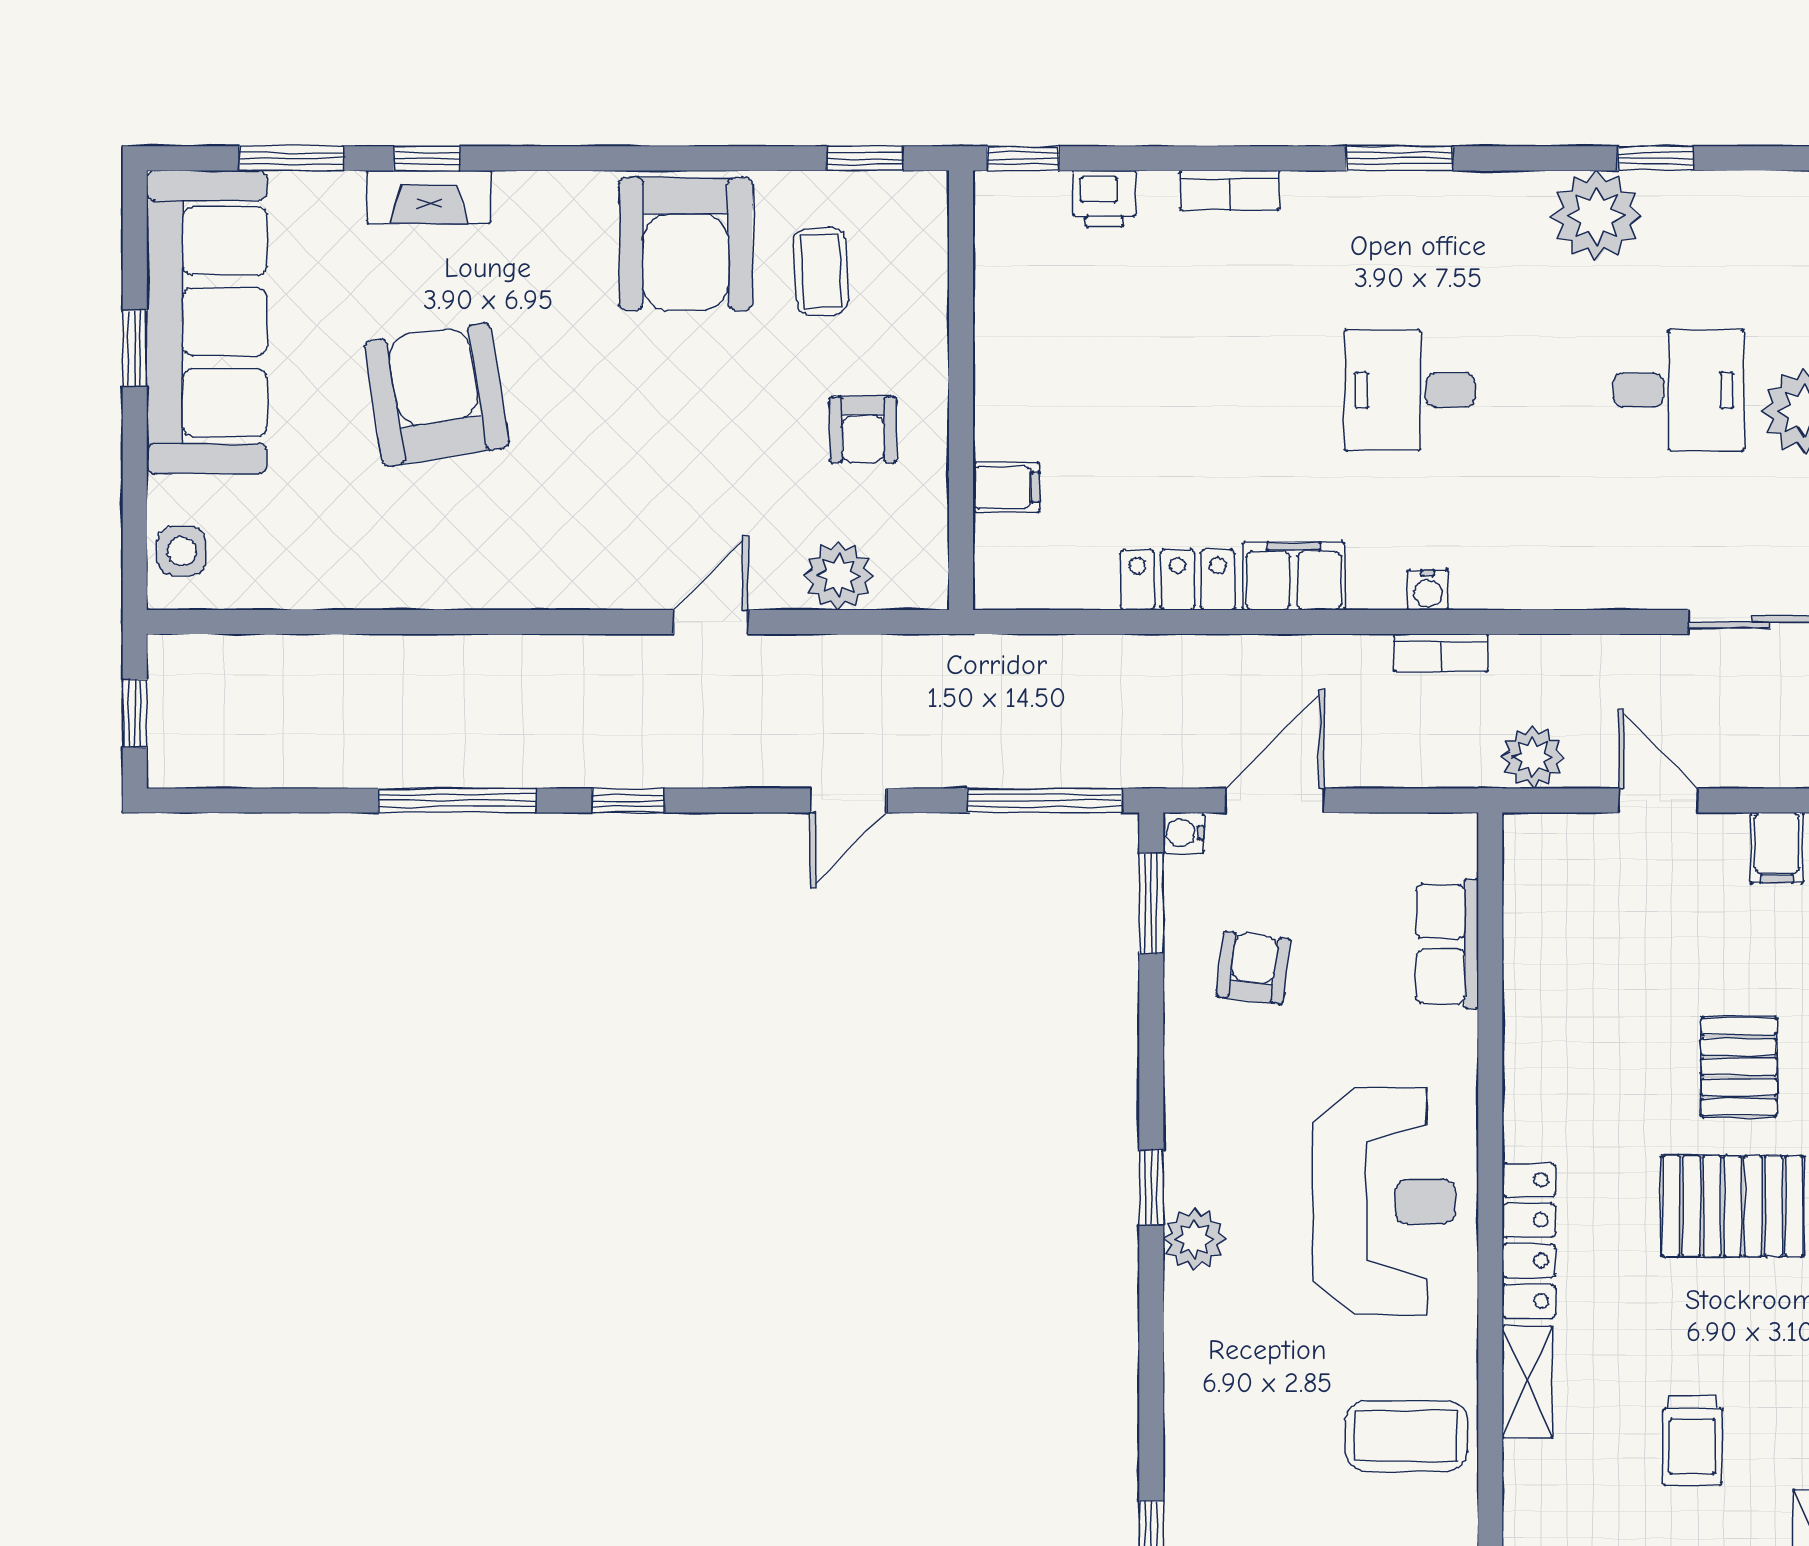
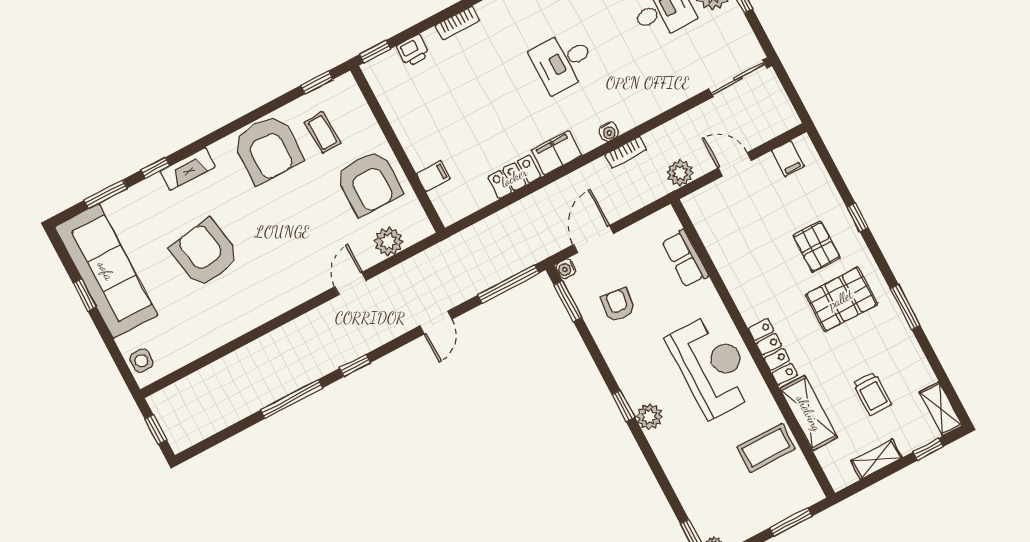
fireplace: (429, 197) -> (188, 169), moved
armchair: (863, 430) -> (369, 183), width x1.88, depth x1.88
shelving: (1527, 1382) -> (809, 413), width x1.50, depth x1.33

